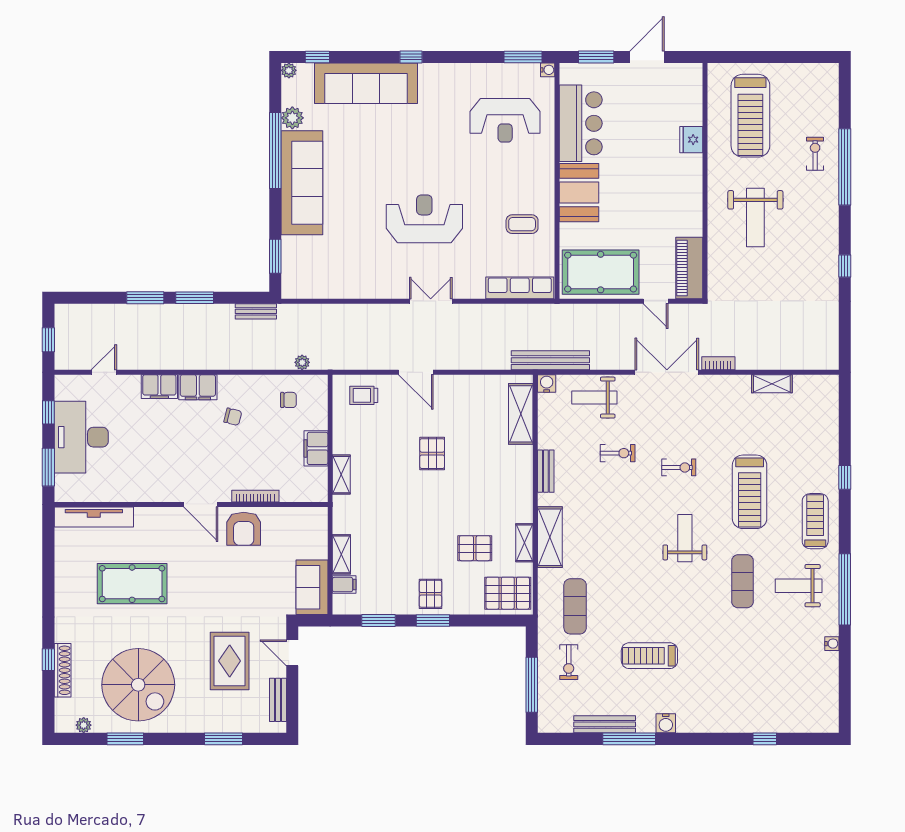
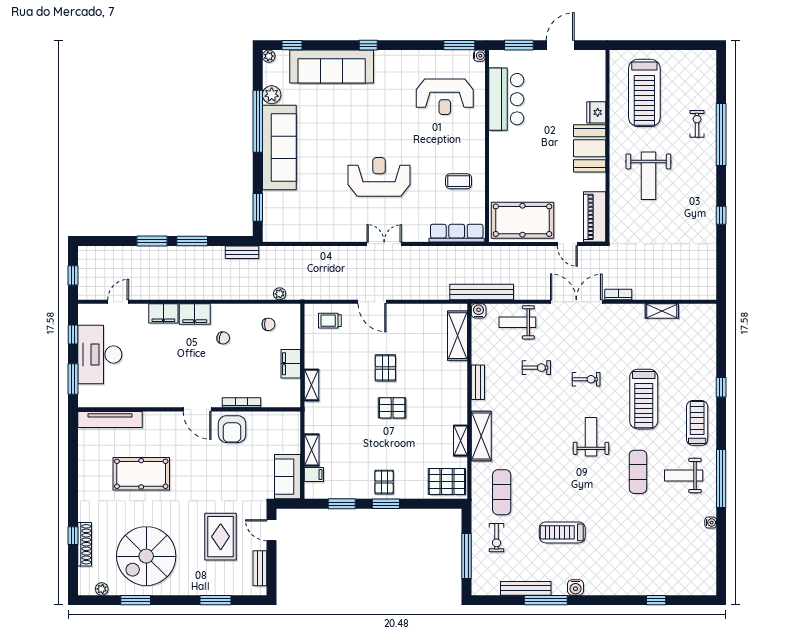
booth: (579, 193) -> (590, 148), moved
pallet: (475, 548) -> (392, 408), moved
spiral stairs: (138, 685) -> (146, 556), turned 90

